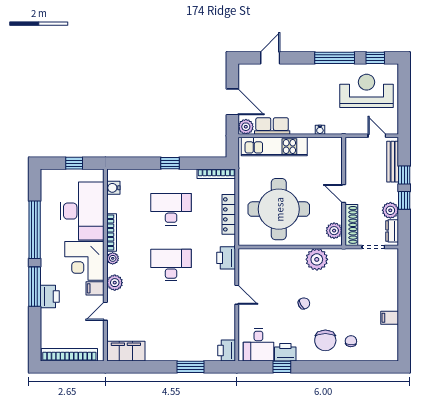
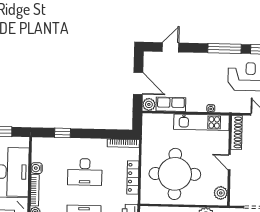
kitchen unit: (274, 147) -> (201, 122), moved
window: (170, 163) -> (62, 133), moved
water cooler: (113, 188) -> (37, 168), moved
desk: (171, 209) -> (85, 172), turned 180
shoe rack: (351, 225) -> (237, 132), moved

